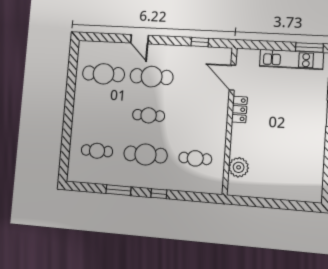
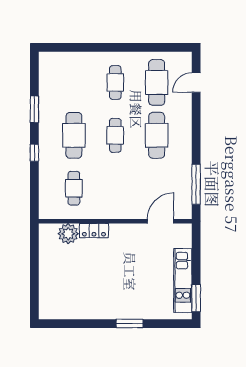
door: (140, 39) -> (196, 83), moved
window: (200, 42) -> (196, 184), width x2.17
locker: (239, 110) -> (94, 231), moved
cafe table: (97, 151) -> (115, 82), moved

